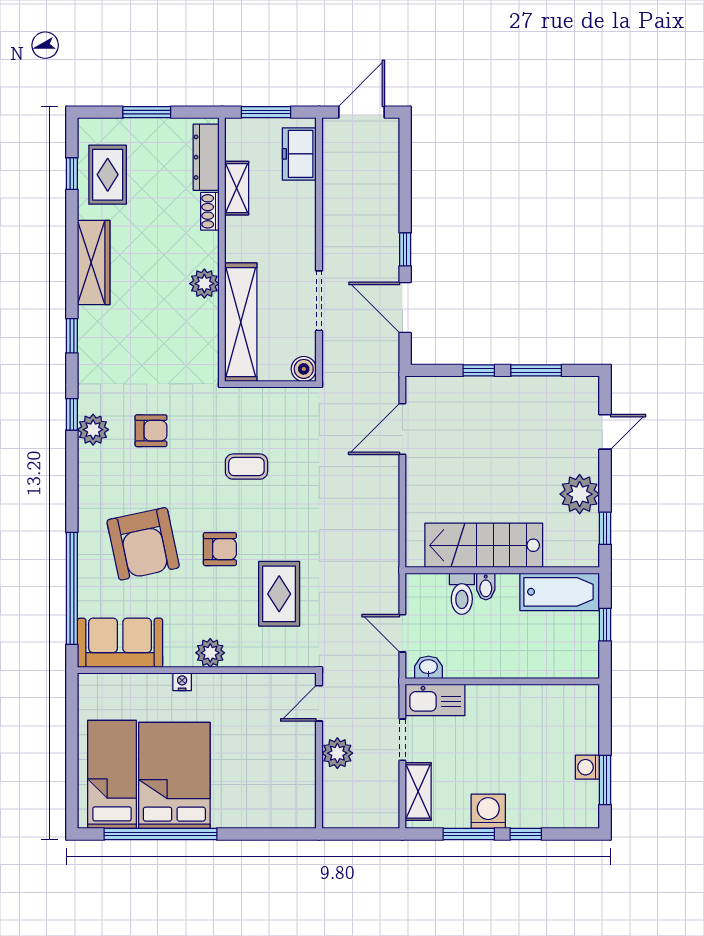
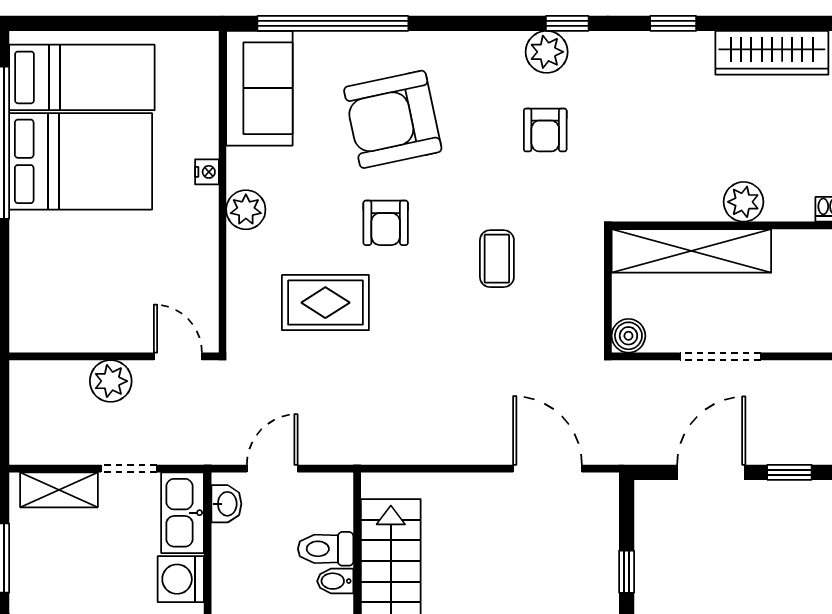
washing machine: (488, 811) -> (181, 579), moved, turned 180

